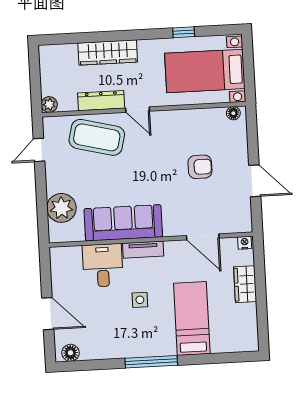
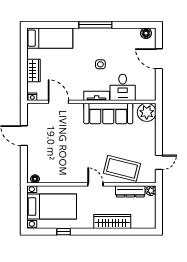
dresser: (101, 101) -> (130, 191), moved
armchair: (200, 167) -> (58, 146), removed
plant: (61, 208) -> (147, 112), moved
bed: (192, 319) -> (50, 38), moved, turned -90

